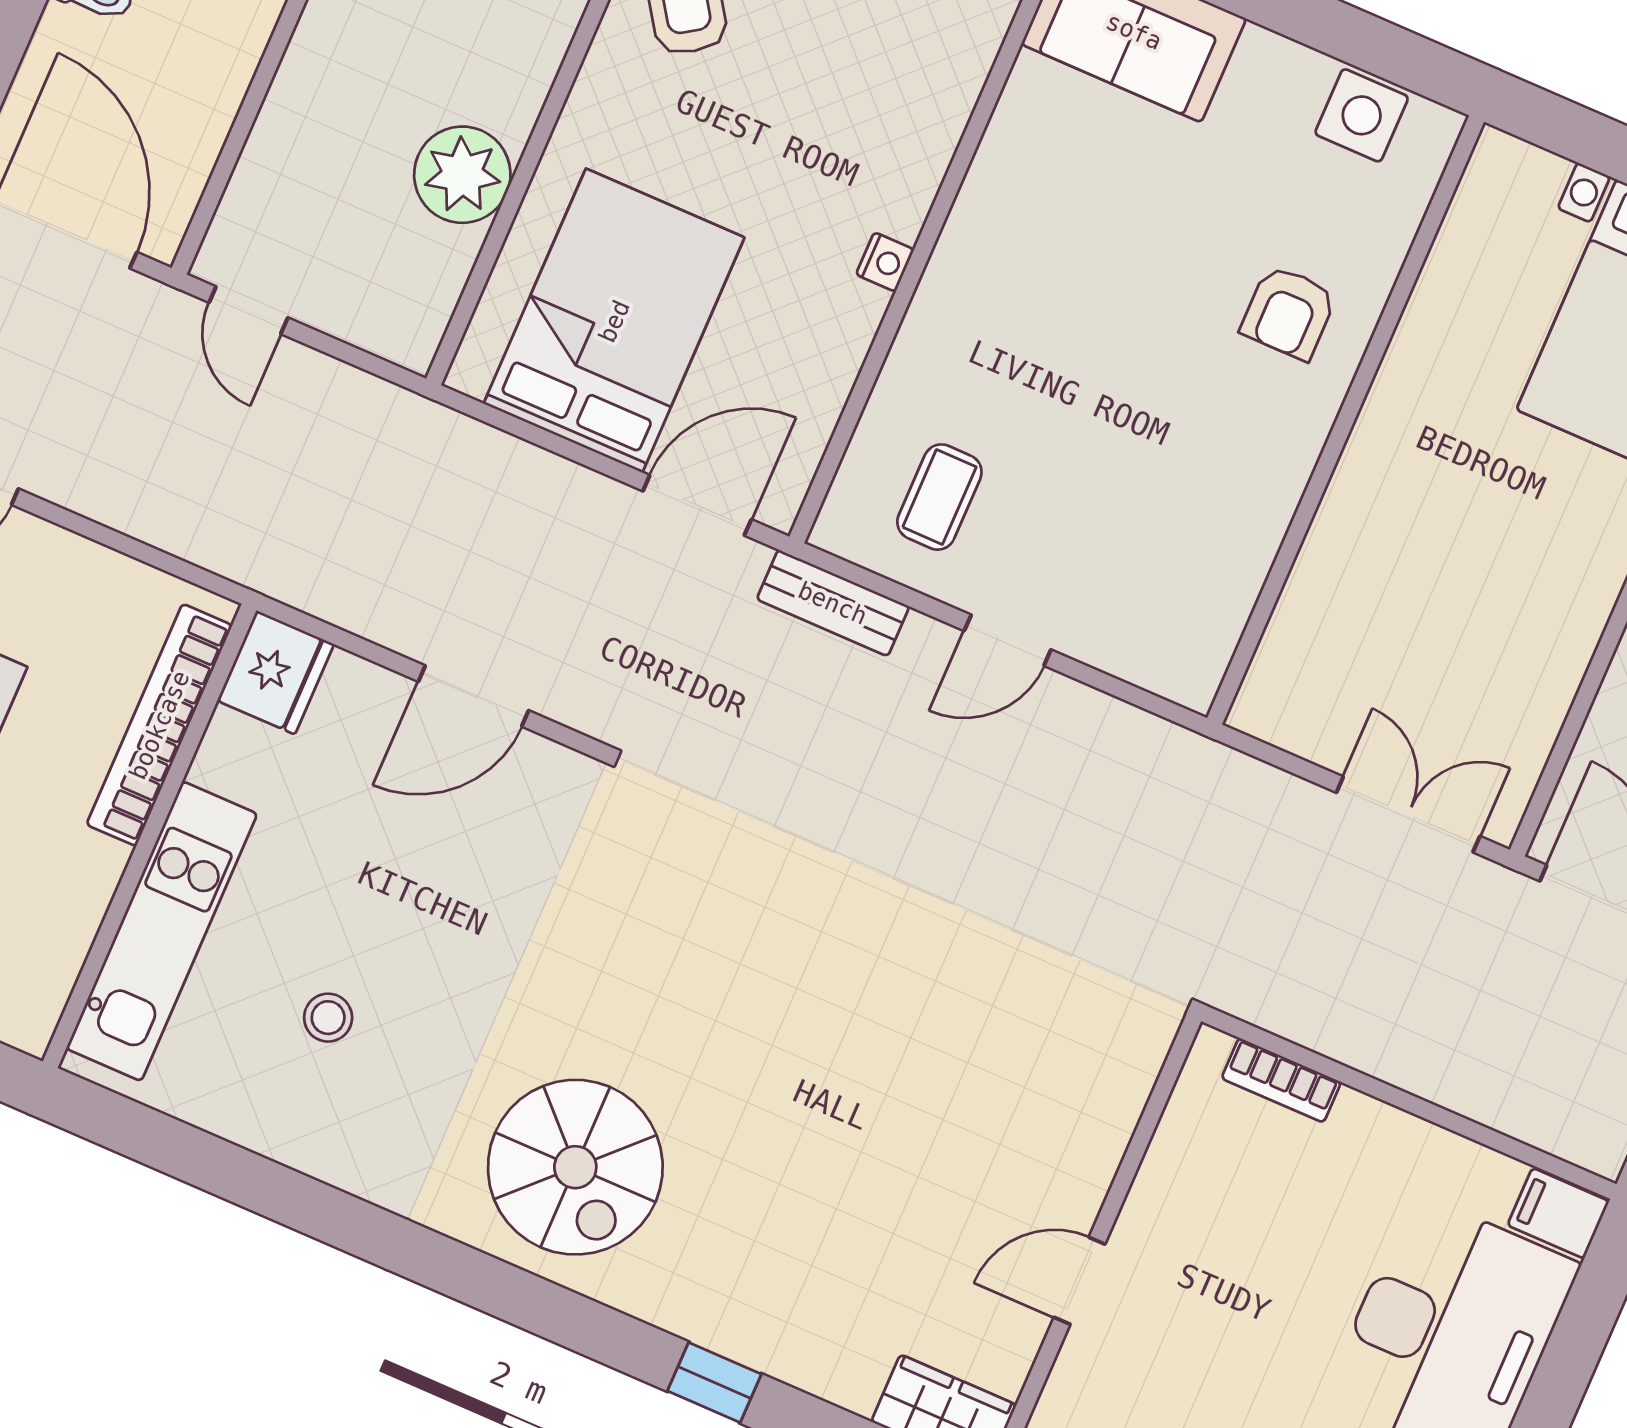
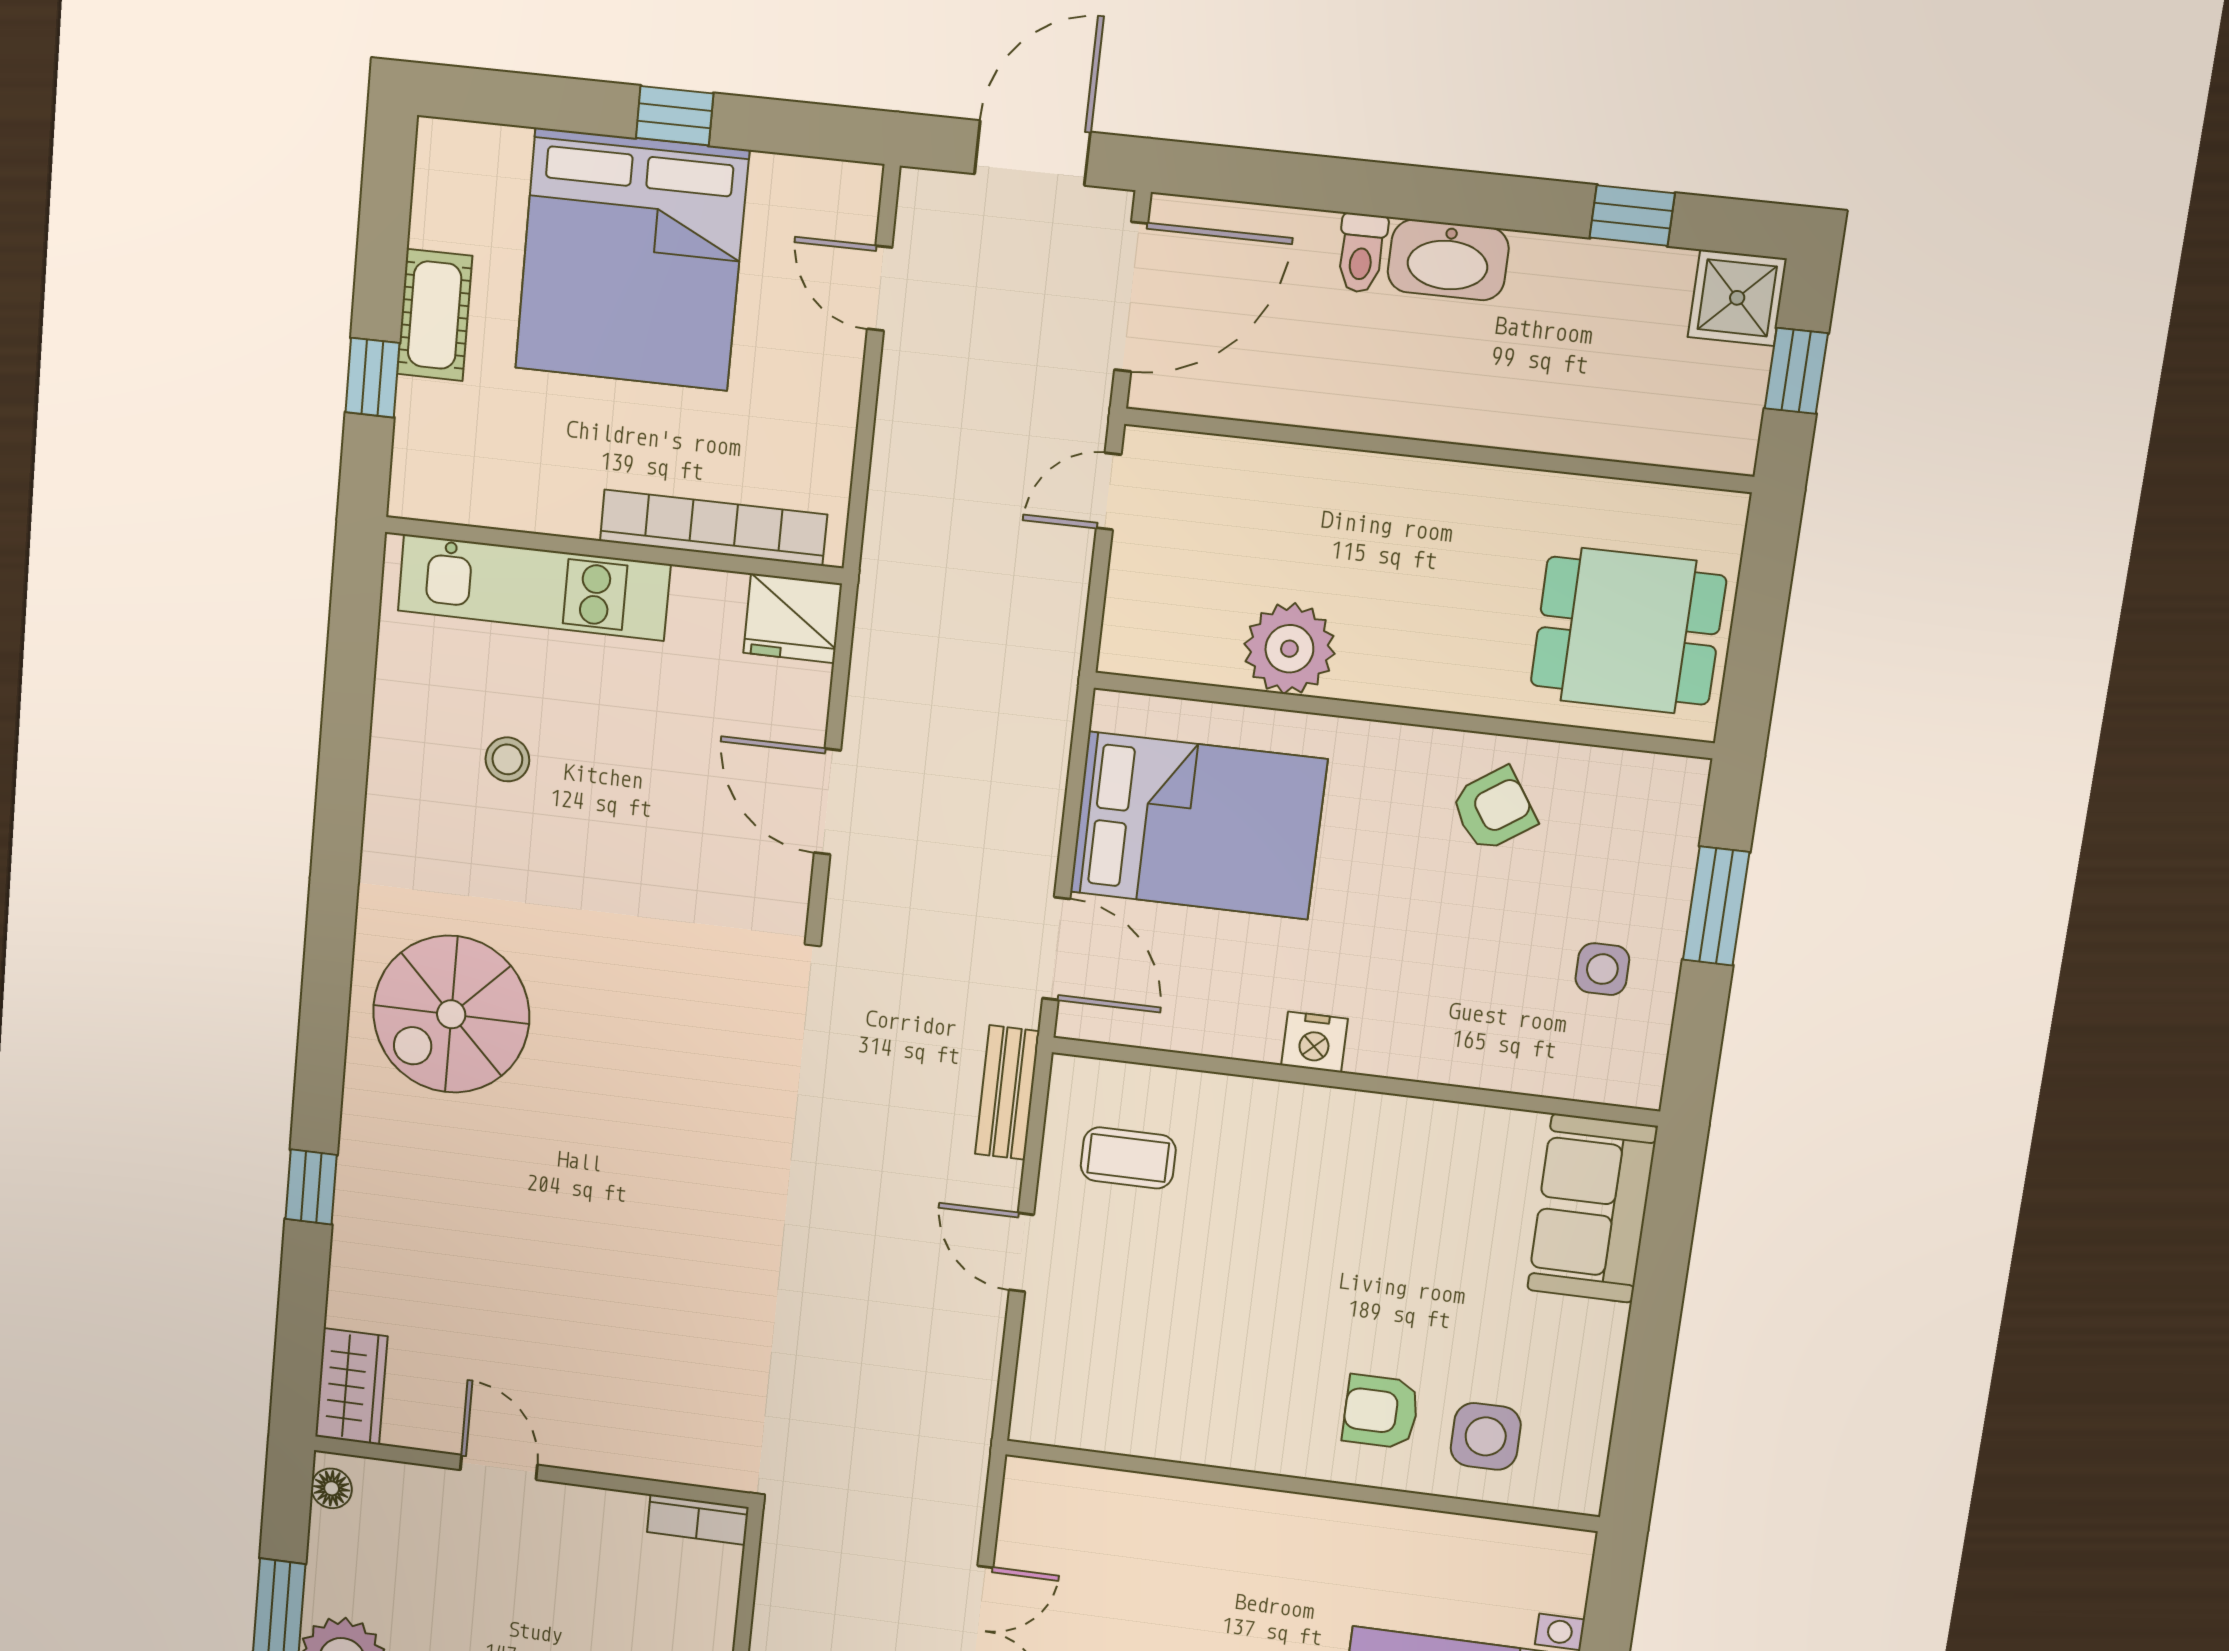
side table: (1362, 115) -> (1486, 1436), moved
nightstand: (885, 262) -> (1314, 1042), width x1.39, depth x1.35
bookcase: (1281, 1080) -> (698, 1520), moved, turned -90

